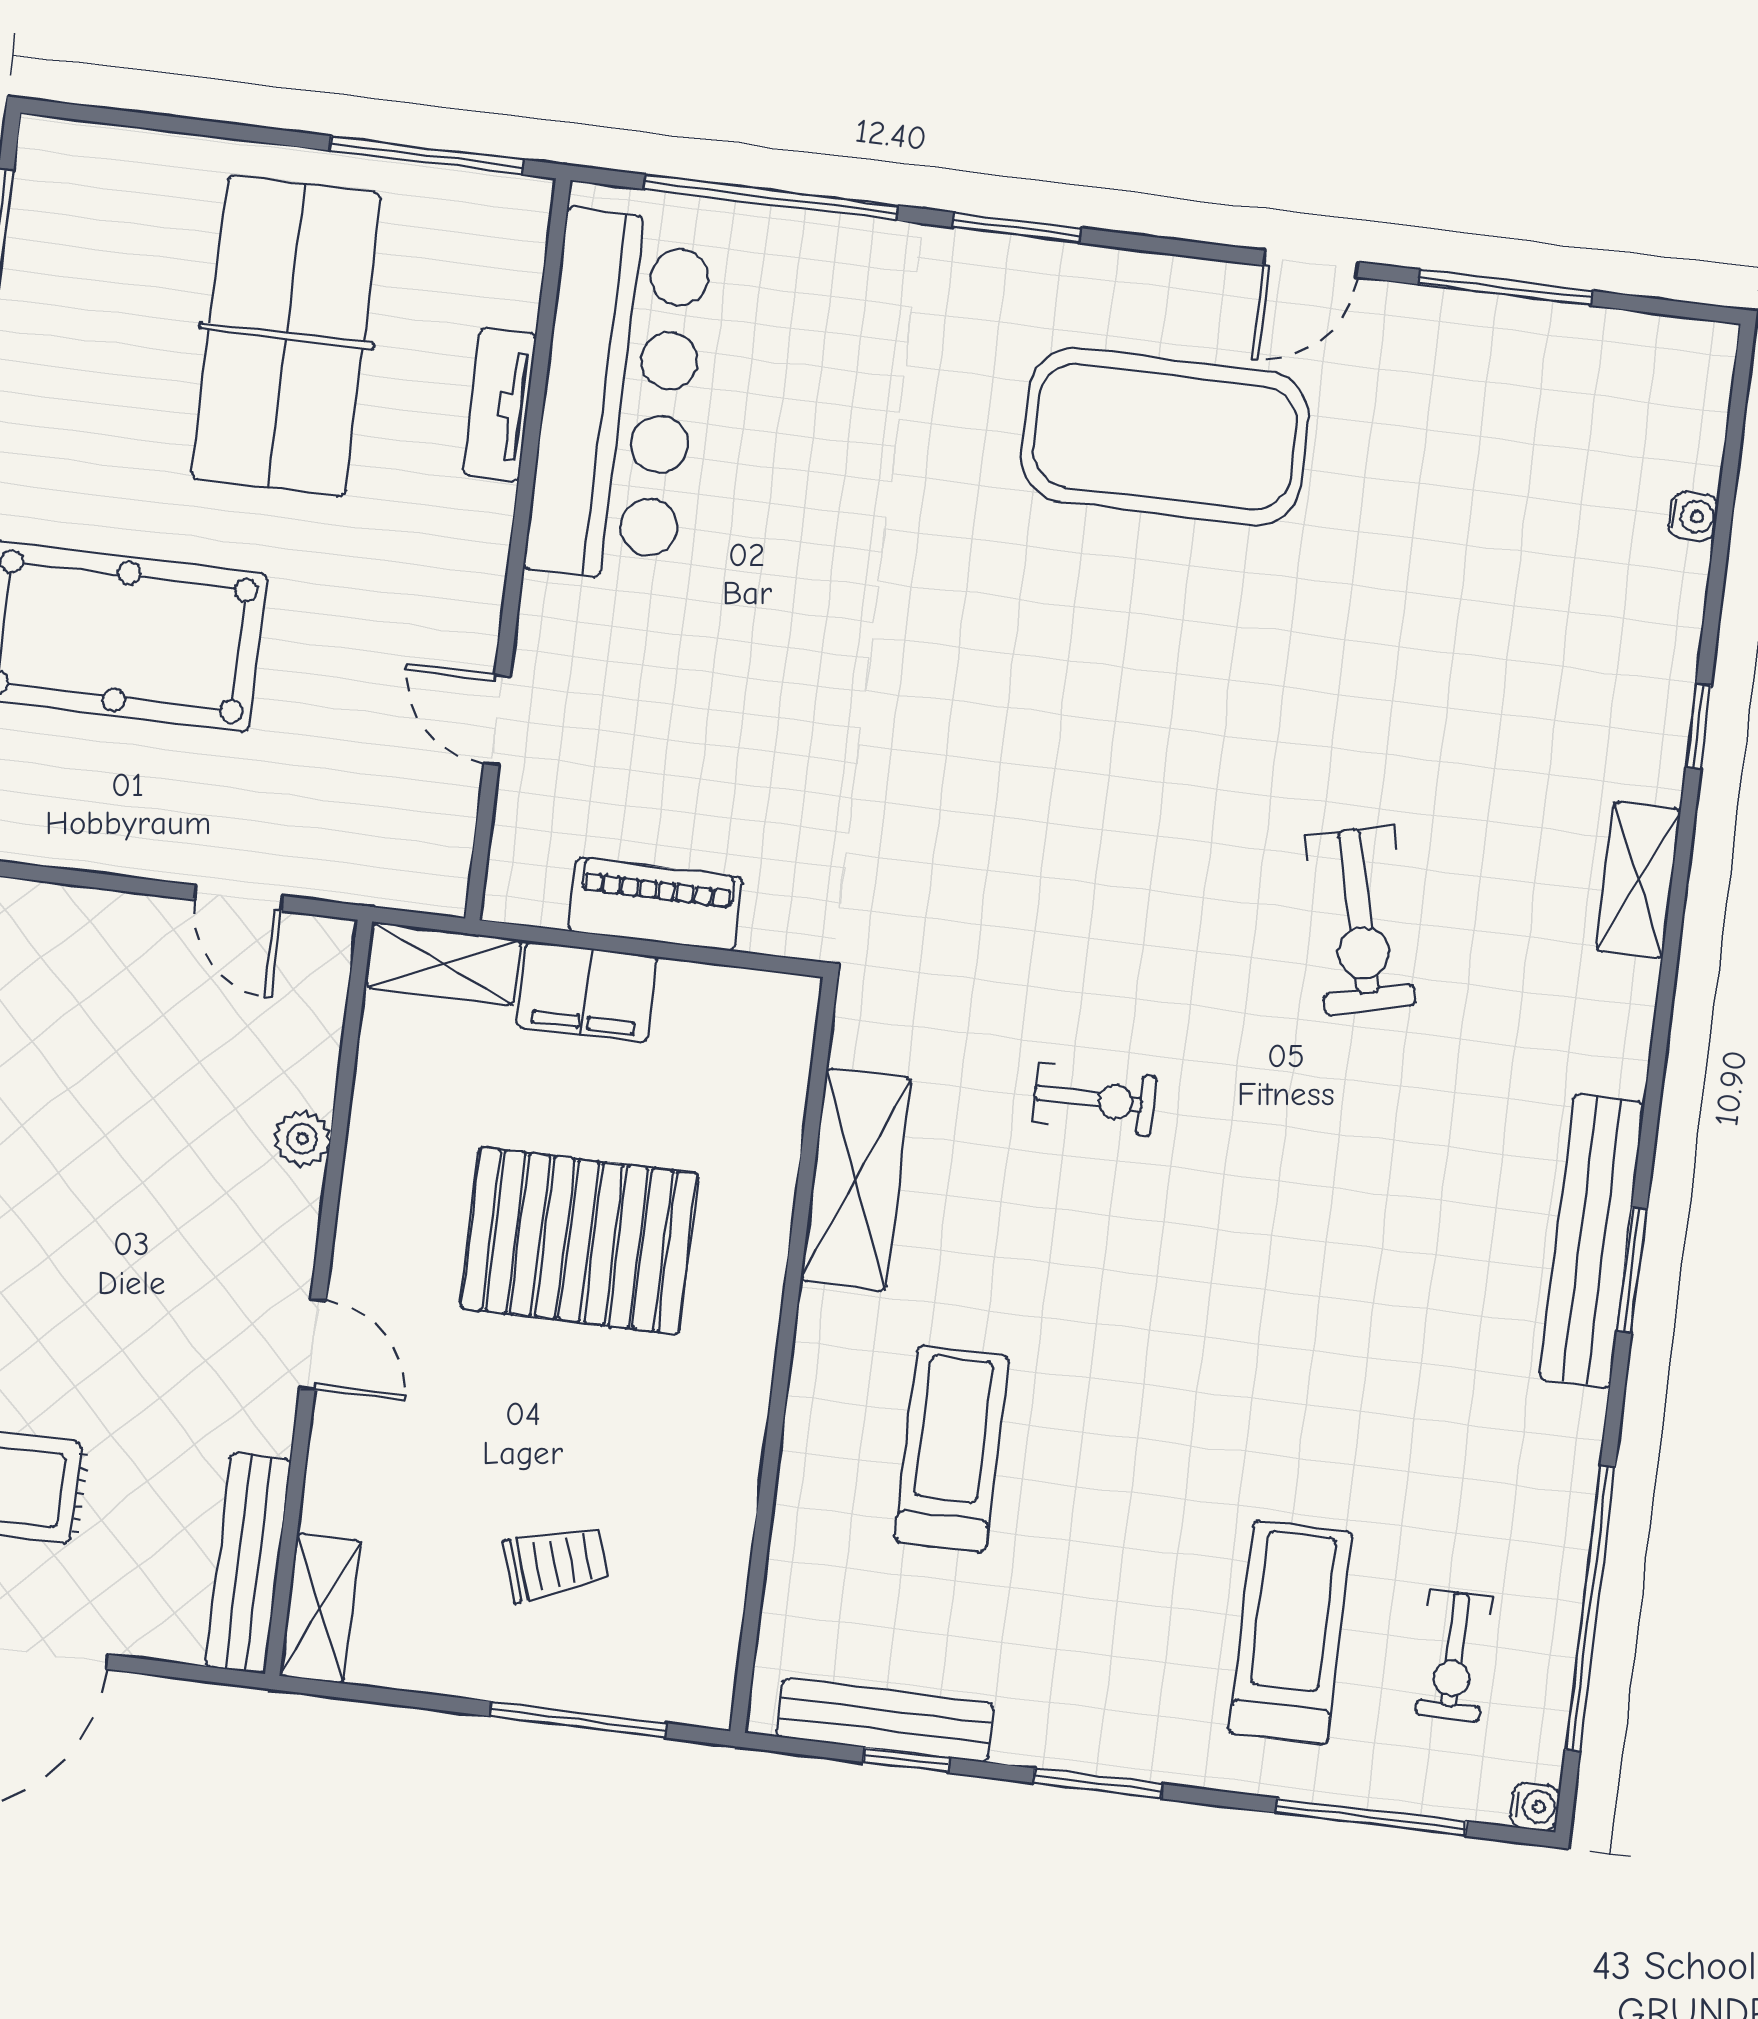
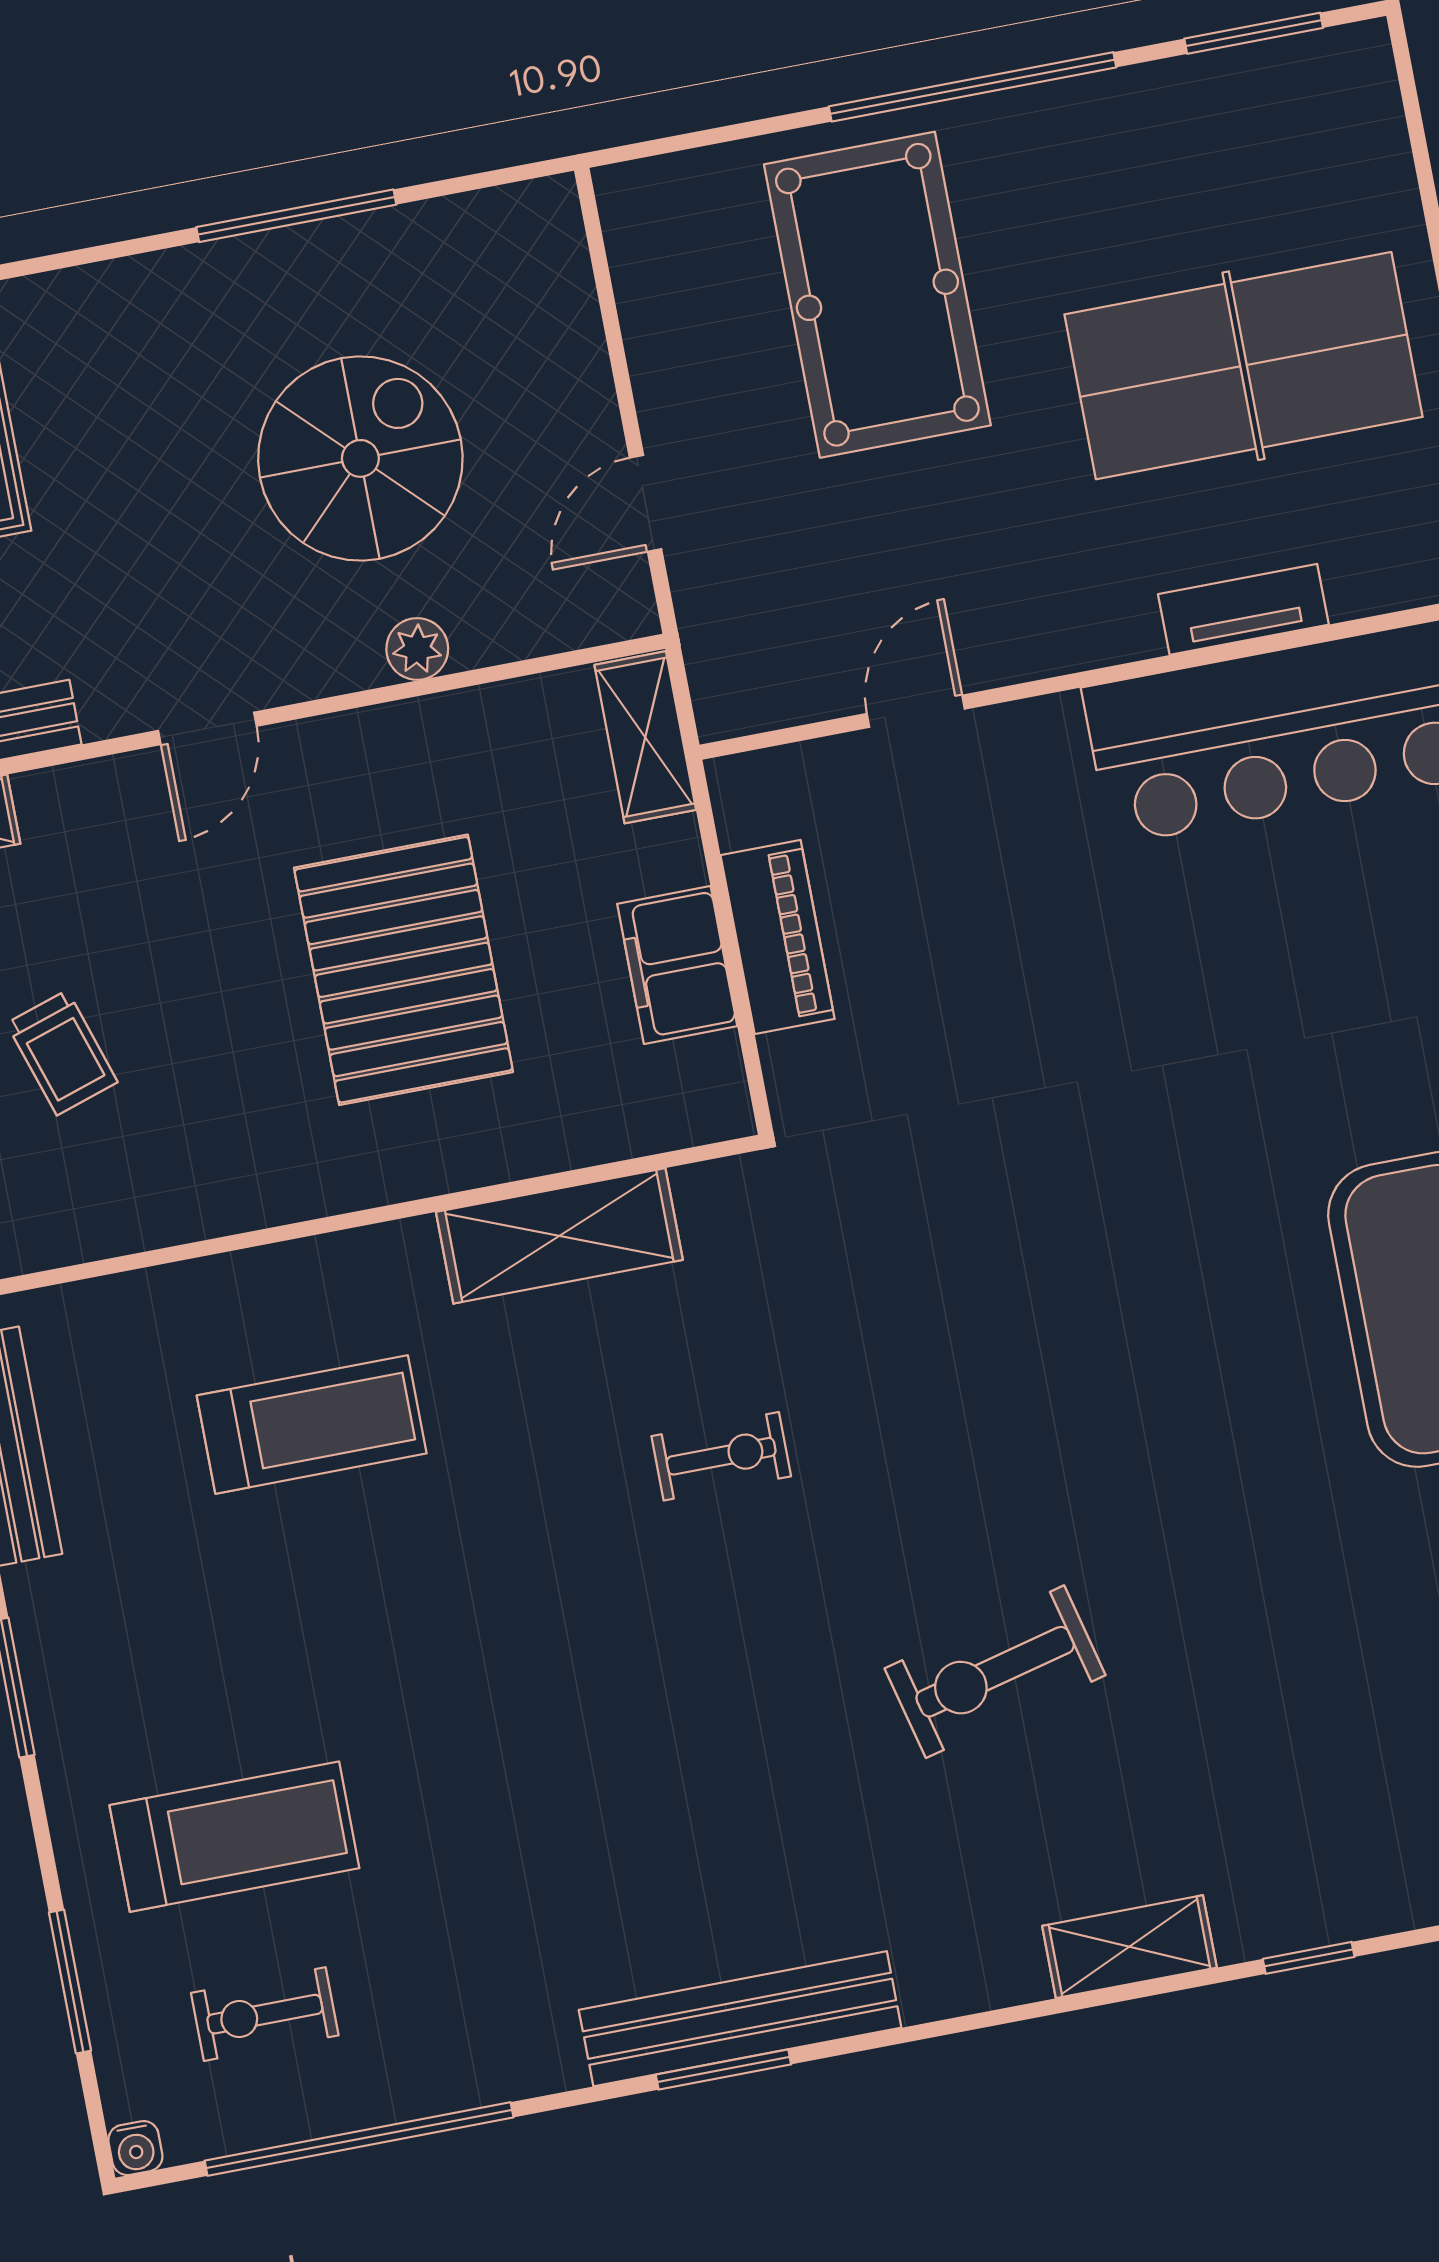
filing cabinet: (587, 992) -> (677, 965), moved
exercise bike: (1094, 1099) -> (721, 1456), turned -90
spiral stairs: (119, 1135) -> (360, 458), added
window: (1371, 1817) -> (70, 1982), width x0.69

